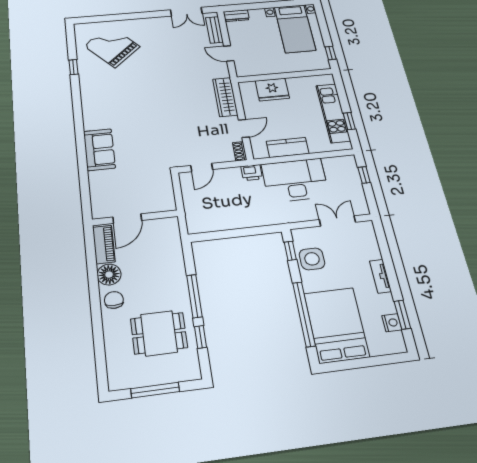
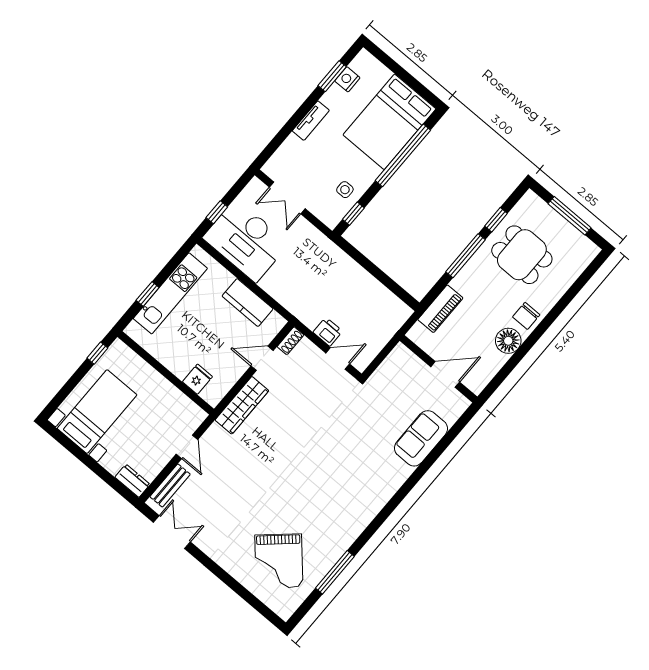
window: (74, 67) -> (335, 572), width x2.17
fridge: (272, 89) -> (197, 379), width x0.53, depth x0.75
window: (349, 121) -> (148, 294), moved
sofa: (99, 150) -> (421, 438), moved
printer: (252, 173) -> (328, 332), moved
desk: (295, 180) -> (246, 241), moved
piano: (104, 244) -> (440, 309), moved, turned 180
side table: (312, 259) -> (345, 190), width x0.54, depth x0.54

